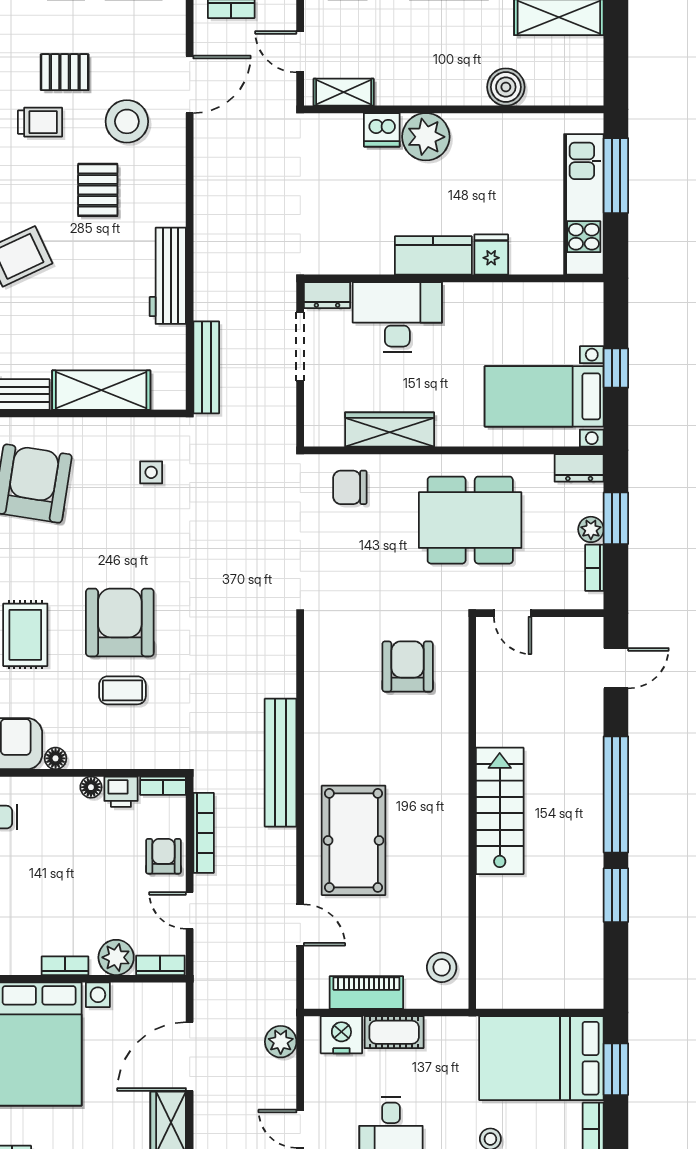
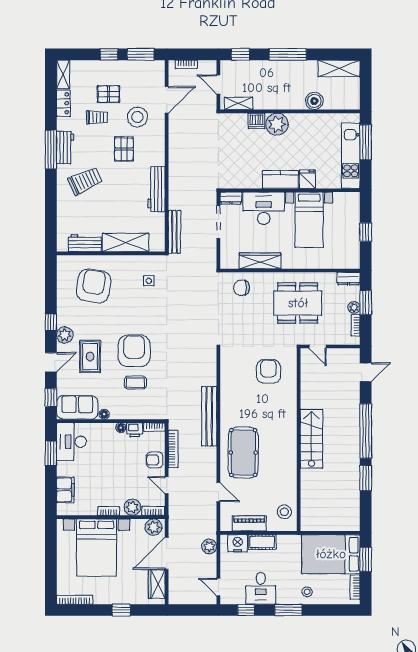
bed with nightstands: (544, 396) -> (309, 220), moved, turned -90
armchair: (163, 856) -> (155, 460), turned -90
plant: (161, 1000) -> (154, 527), added

